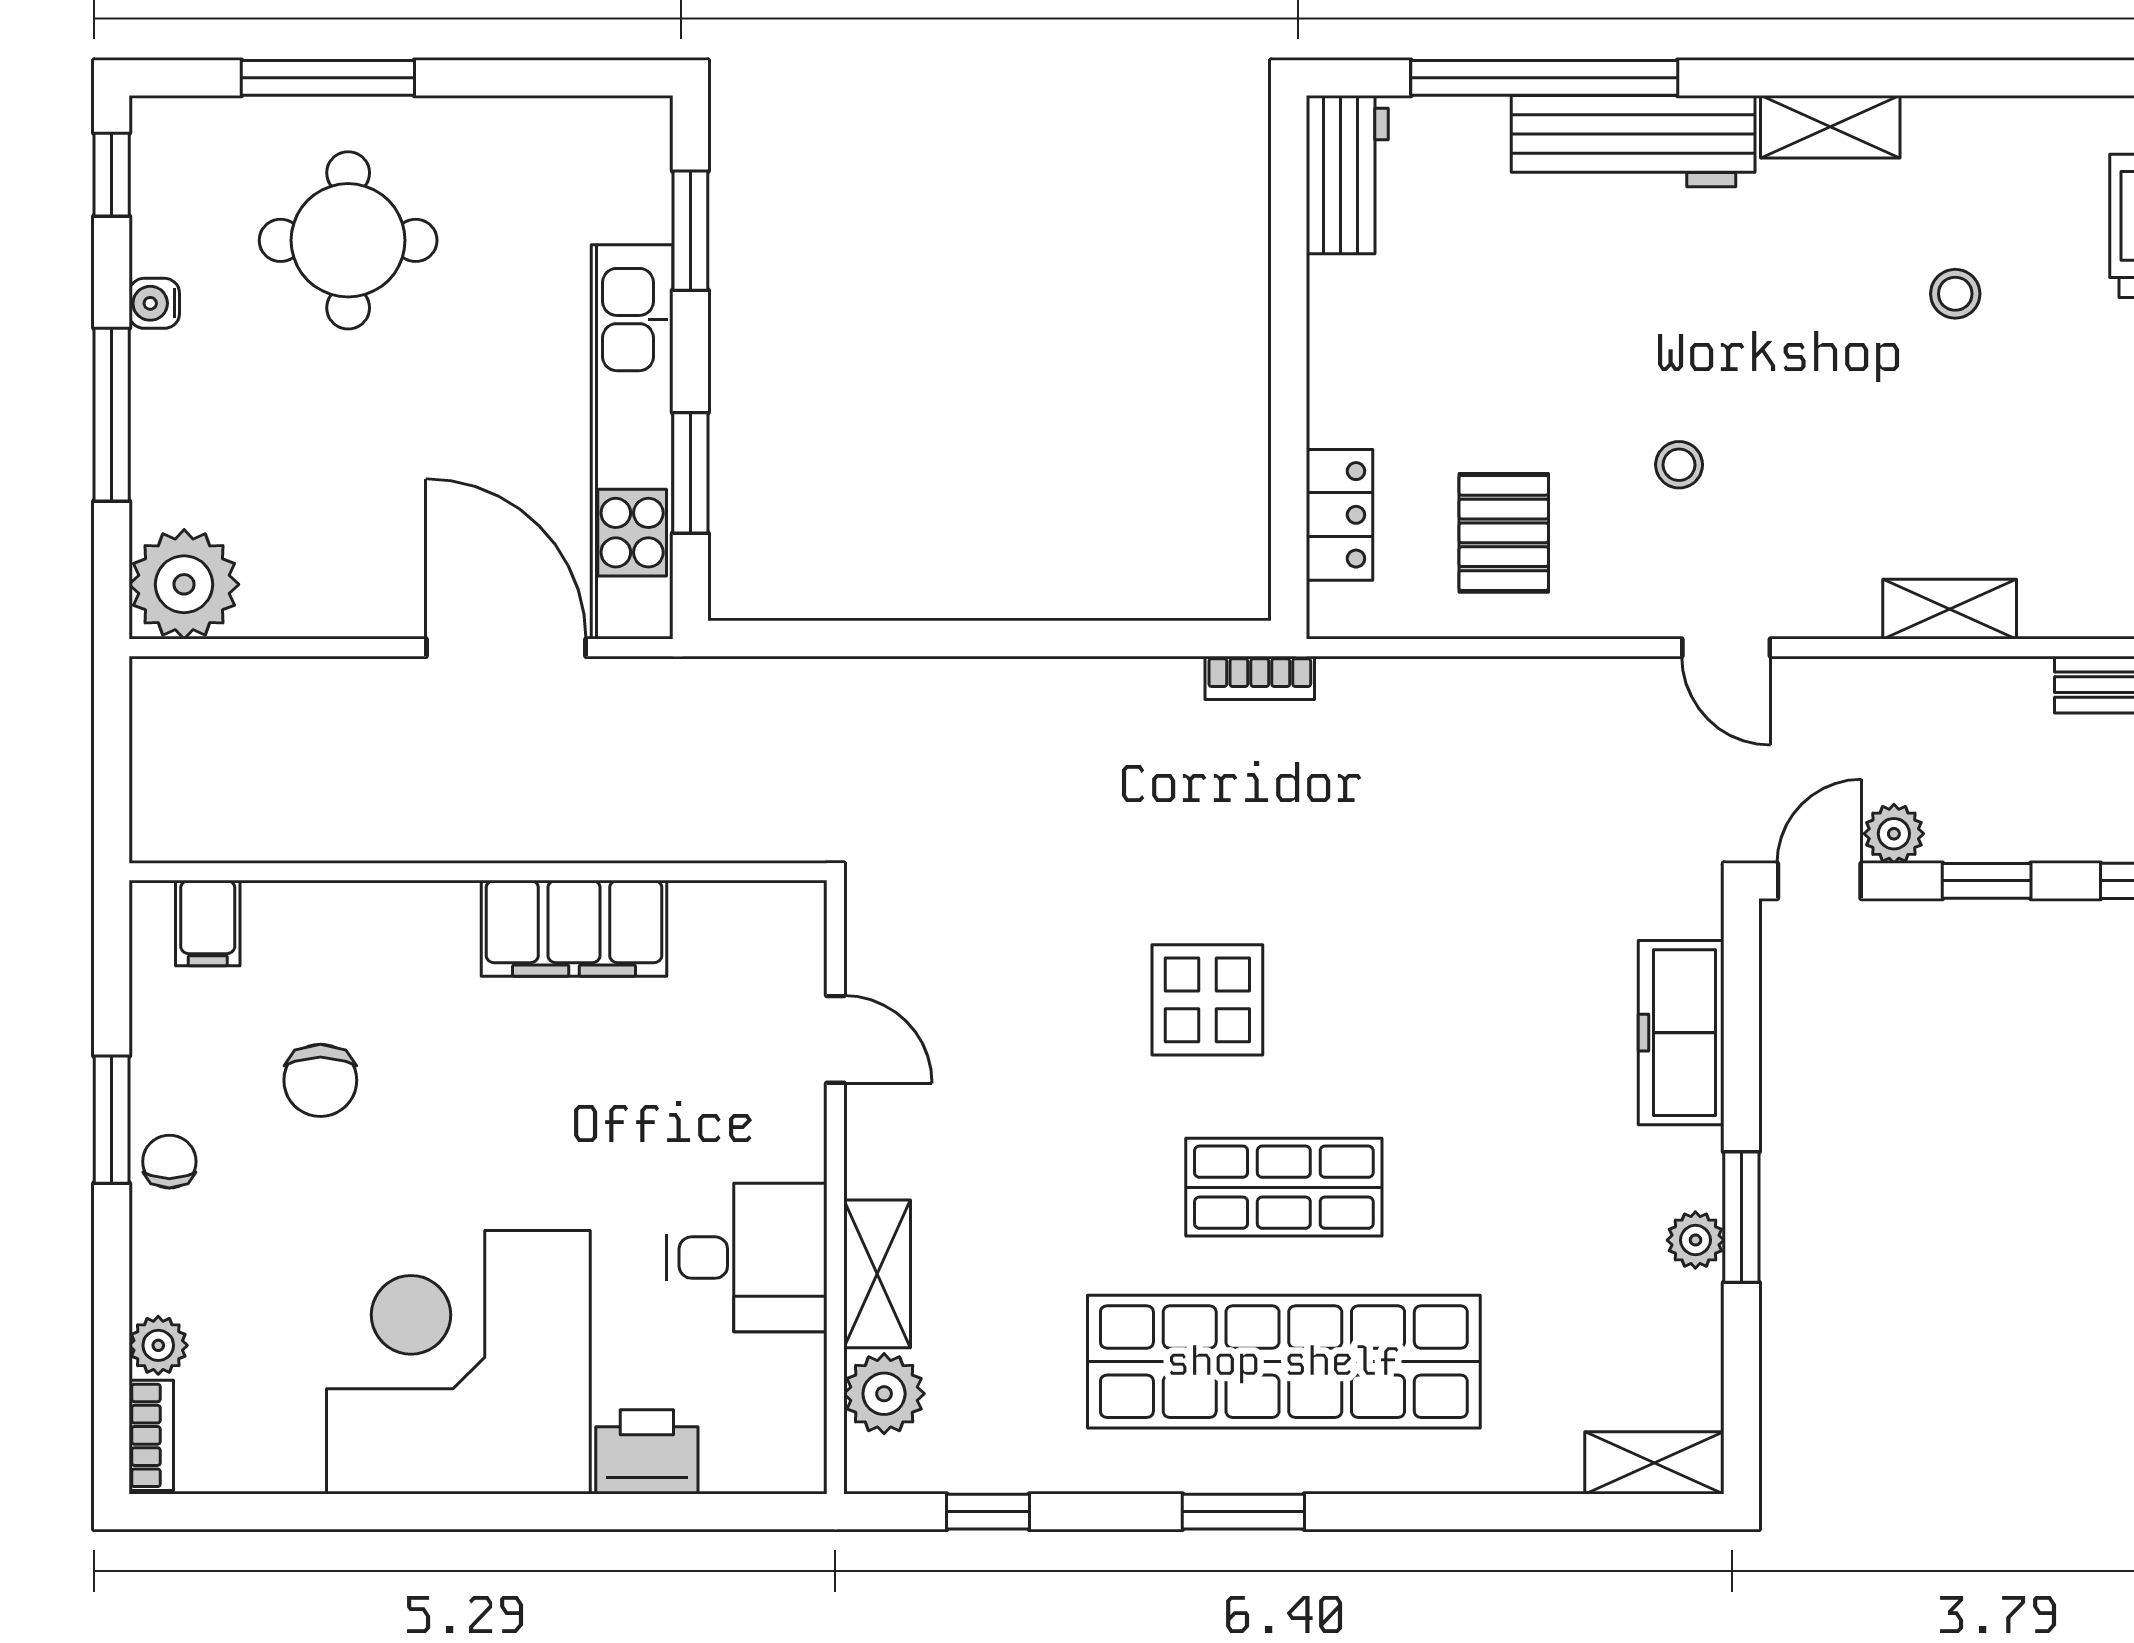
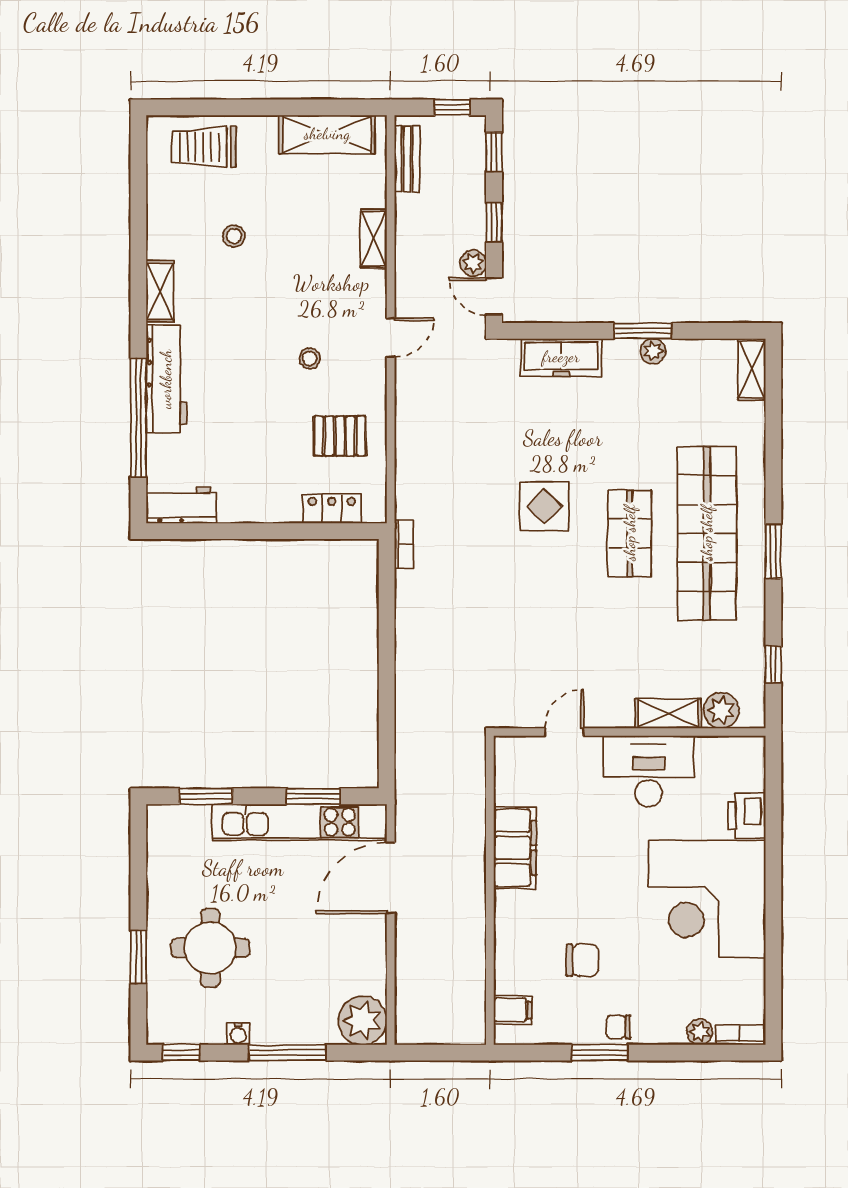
window: (328, 78) -> (138, 957), width x0.69
display table: (1207, 1000) -> (544, 506), moved
desk: (747, 1258) -> (648, 771), width x1.37

